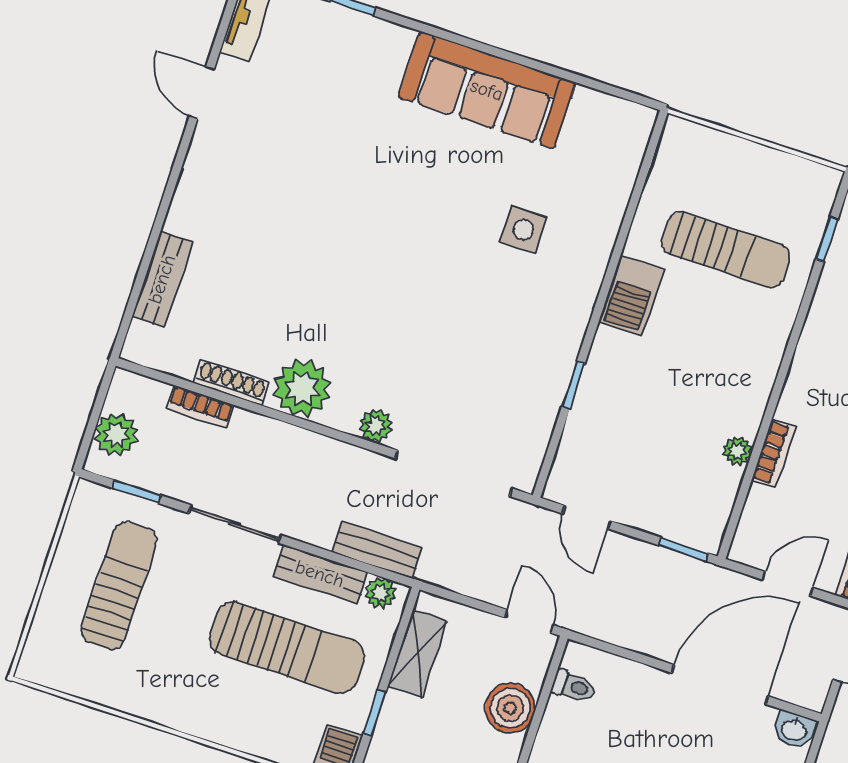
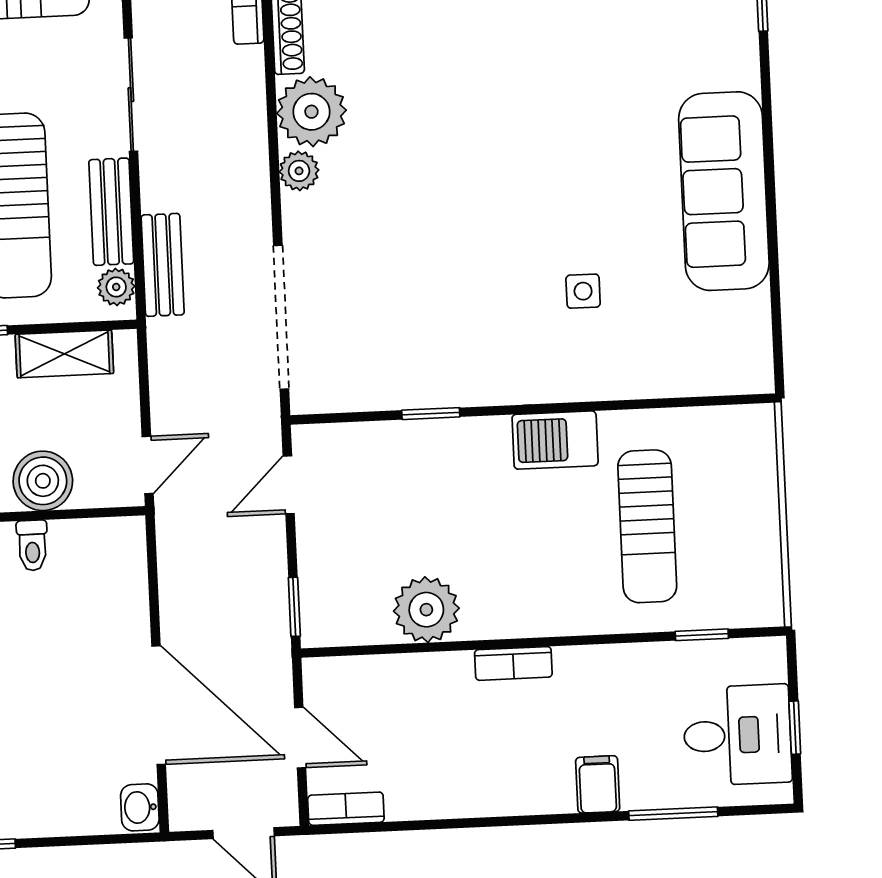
side table: (523, 230) -> (583, 291), width x0.73, depth x0.73
plant: (376, 426) -> (299, 171), moved
plant: (737, 451) -> (426, 610), width x1.88, depth x1.88
bookcase: (774, 453) -> (513, 663), moved
toilet: (574, 687) -> (32, 545), moved

